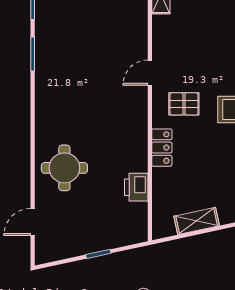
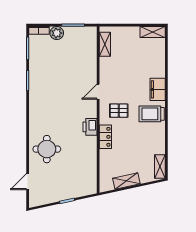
printer: (136, 187) -> (90, 127), moved

